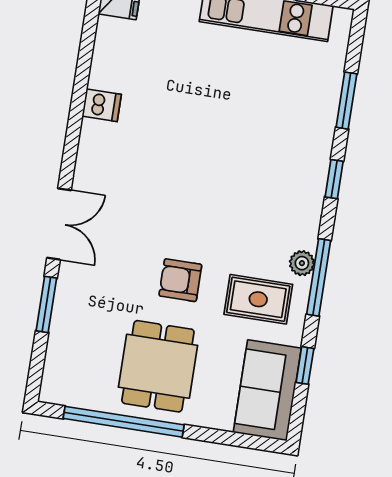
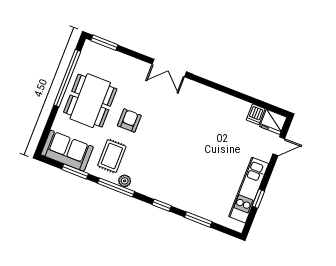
dishwasher: (102, 105) -> (256, 114), moved
window: (46, 304) -> (104, 43), moved
window: (305, 365) -> (75, 171), width x1.50
dining table: (158, 366) -> (90, 101), width x1.37

